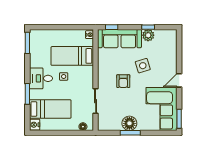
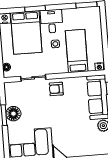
side table: (143, 66) -> (72, 123), removed
armchair: (123, 81) -> (56, 89), moved
bed: (50, 109) -> (26, 33), width x1.50

